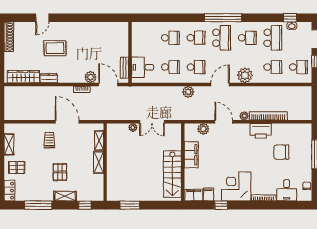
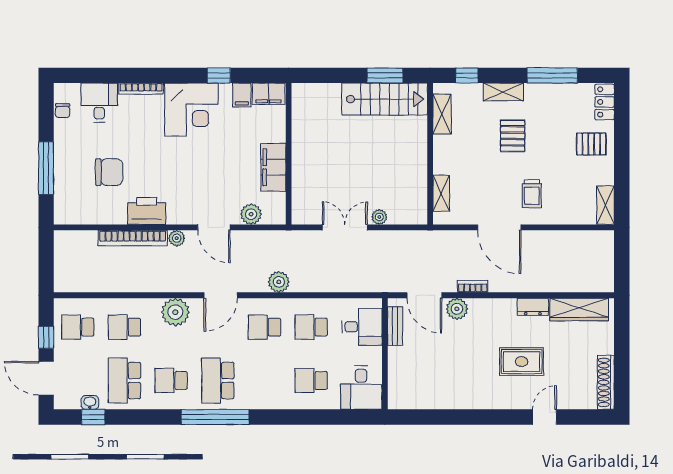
desk: (143, 34) -> (361, 388), added
school desk: (196, 38) -> (264, 380), removed
shelving: (9, 144) -> (605, 205), moved
shelving: (99, 162) -> (442, 114), moved
stairs: (172, 174) -> (385, 99), moved, turned 90

